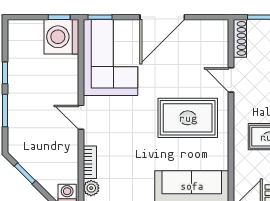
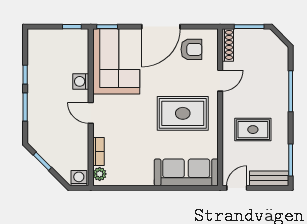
washing machine: (61, 37) -> (81, 81), moved, width x0.53, depth x0.53
armchair: (198, 44) -> (191, 49), added
door: (231, 80) -> (220, 81), swing flipped

